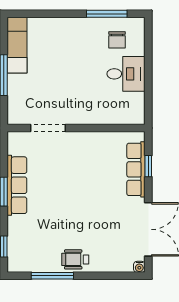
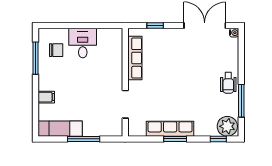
filing cabinet: (57, 27) -> (46, 97), added
row of seats: (136, 169) -> (135, 58), moved, turned -90
plant: (20, 258) -> (227, 126), added

